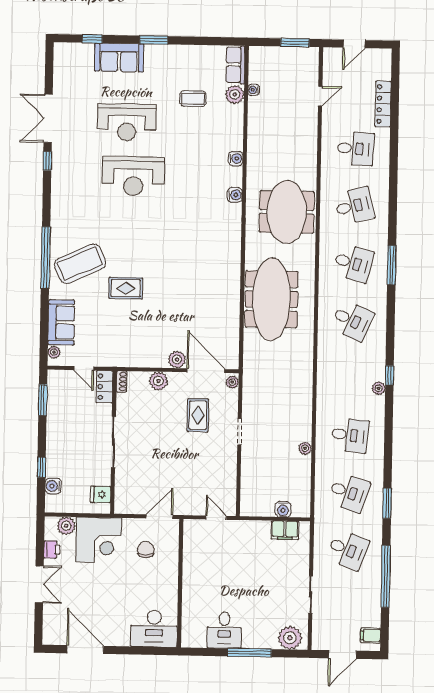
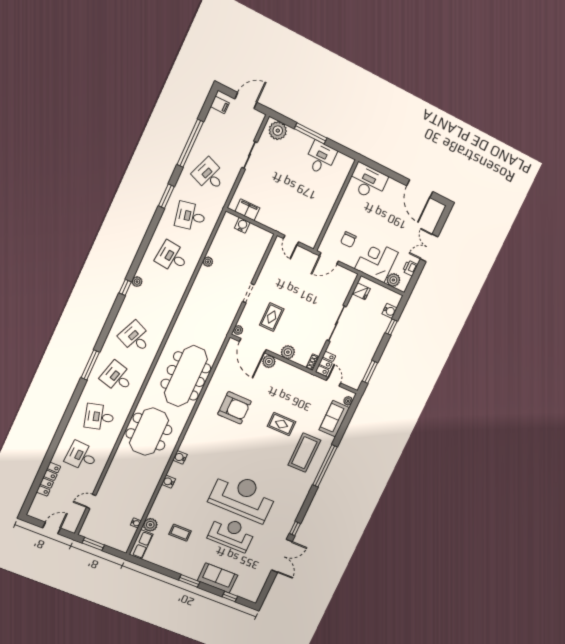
reception desk: (133, 176) -> (243, 497), width x1.36, depth x1.30
coffee table: (80, 264) -> (304, 453), turned -65
armchair: (194, 284) -> (235, 408), added
desk: (349, 493) -> (190, 216), turned -30

